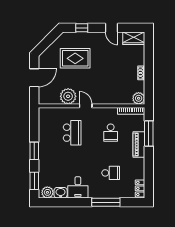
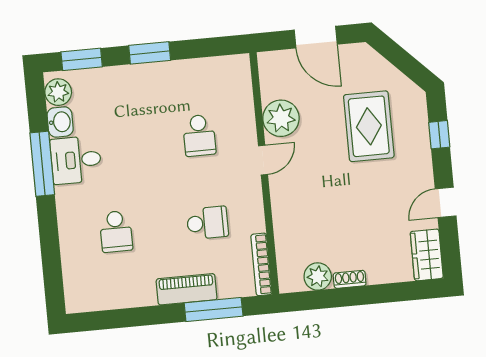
plant: (139, 98) -> (318, 276), moved
school desk: (72, 133) -> (199, 135), width x0.54
school desk: (111, 133) -> (207, 223), turned 180
locker: (140, 188) -> (87, 301), removed
window: (106, 202) -> (42, 164), moved

